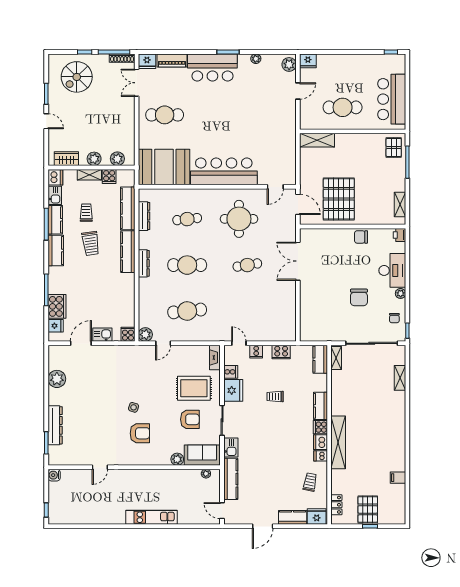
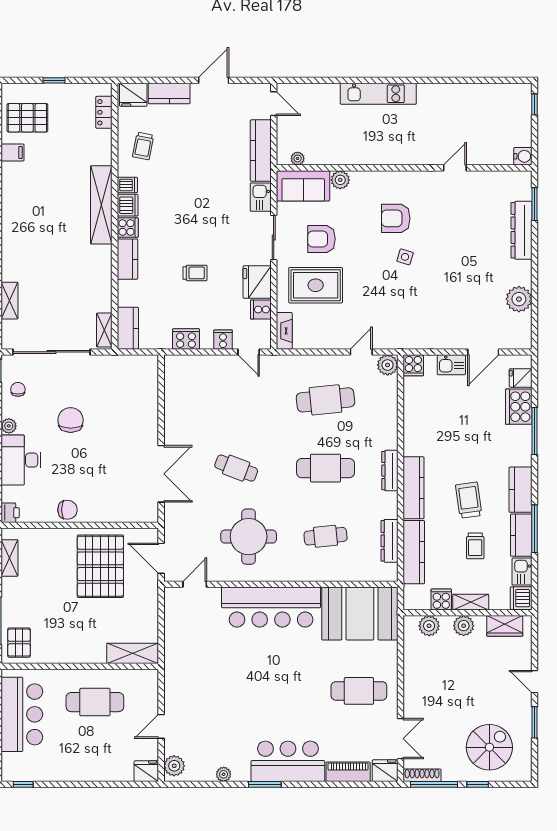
cafe table: (247, 265) -> (236, 468), turned 30
pallet: (368, 509) -> (27, 118), moved, turned 90

